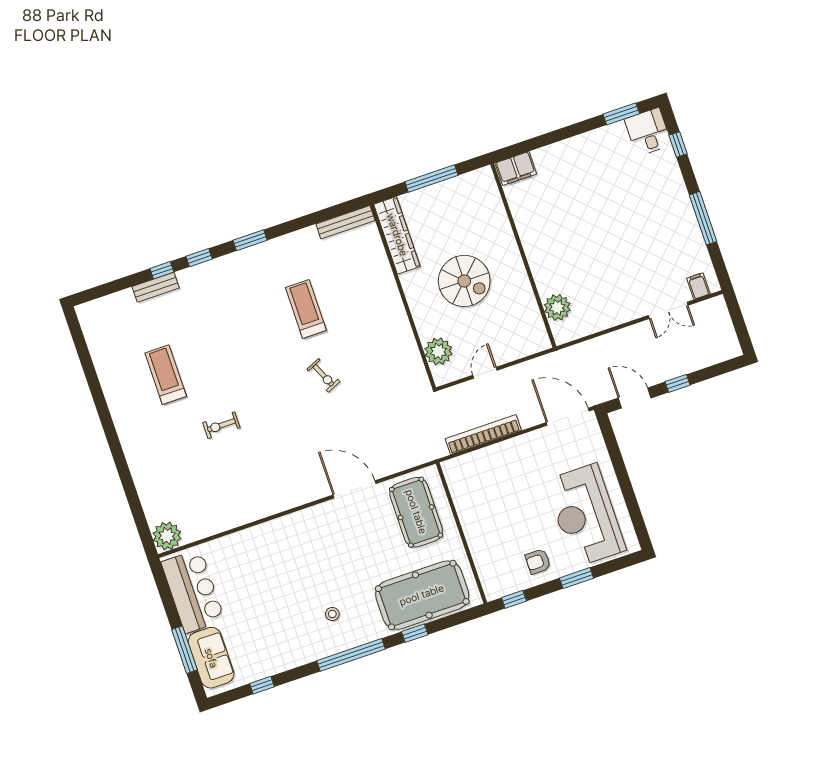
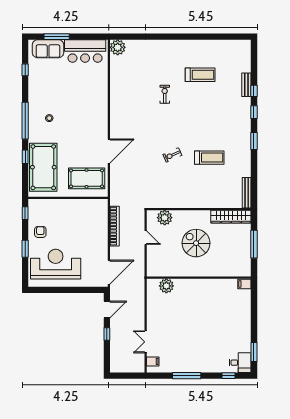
filing cabinet: (516, 168) -> (244, 284), width x0.50
spiral stairs: (464, 281) -> (196, 243), turned 90

